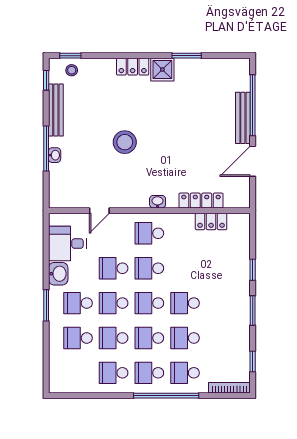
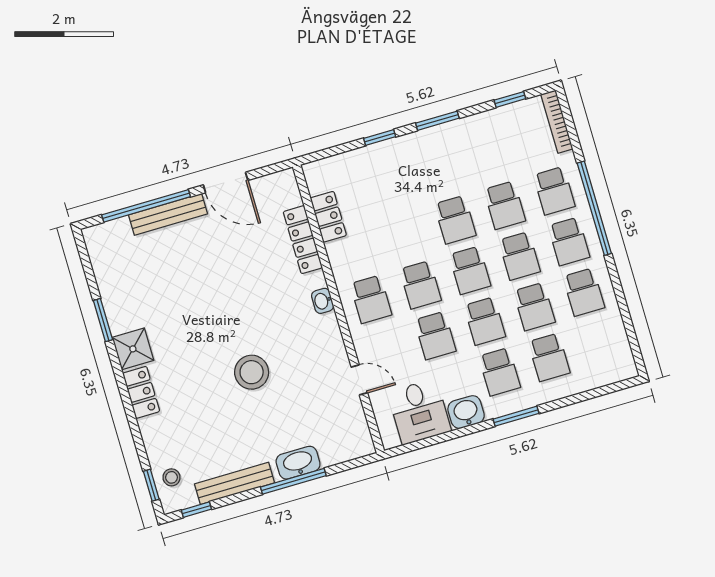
washbasin: (55, 155) -> (298, 463), width x1.91, depth x1.45

